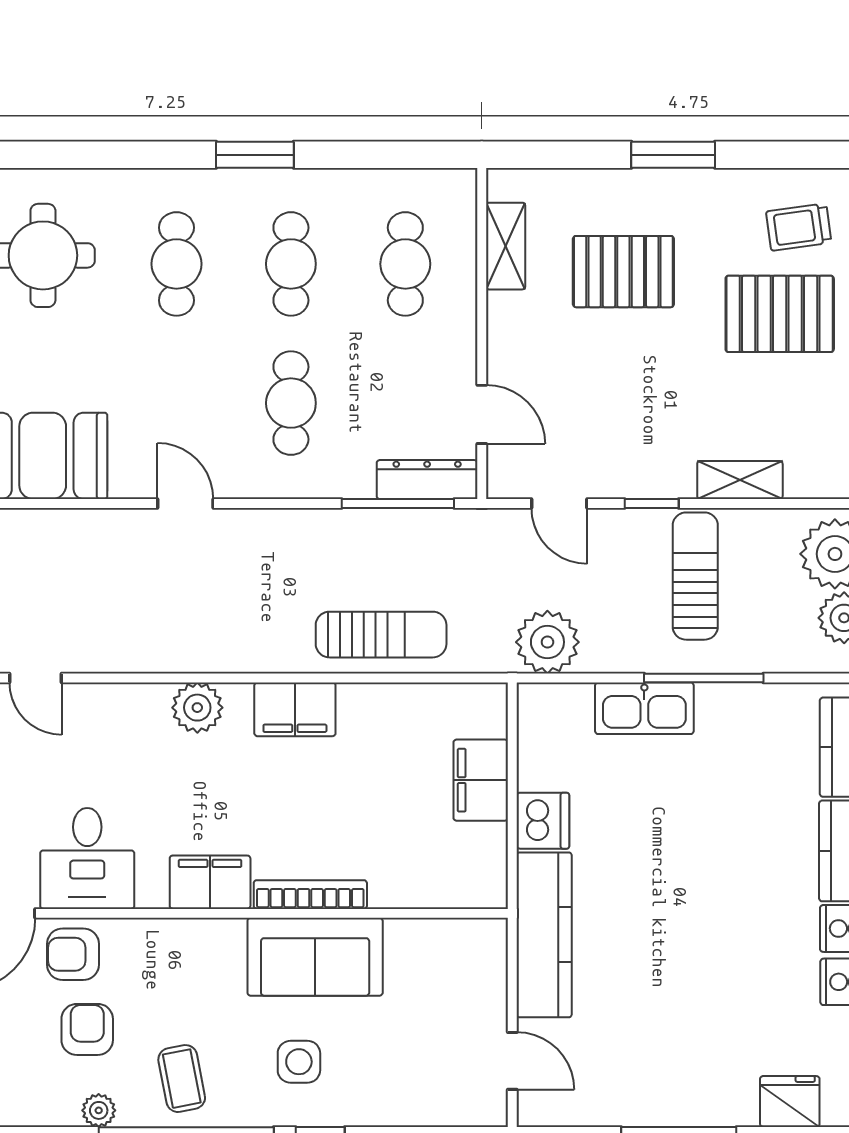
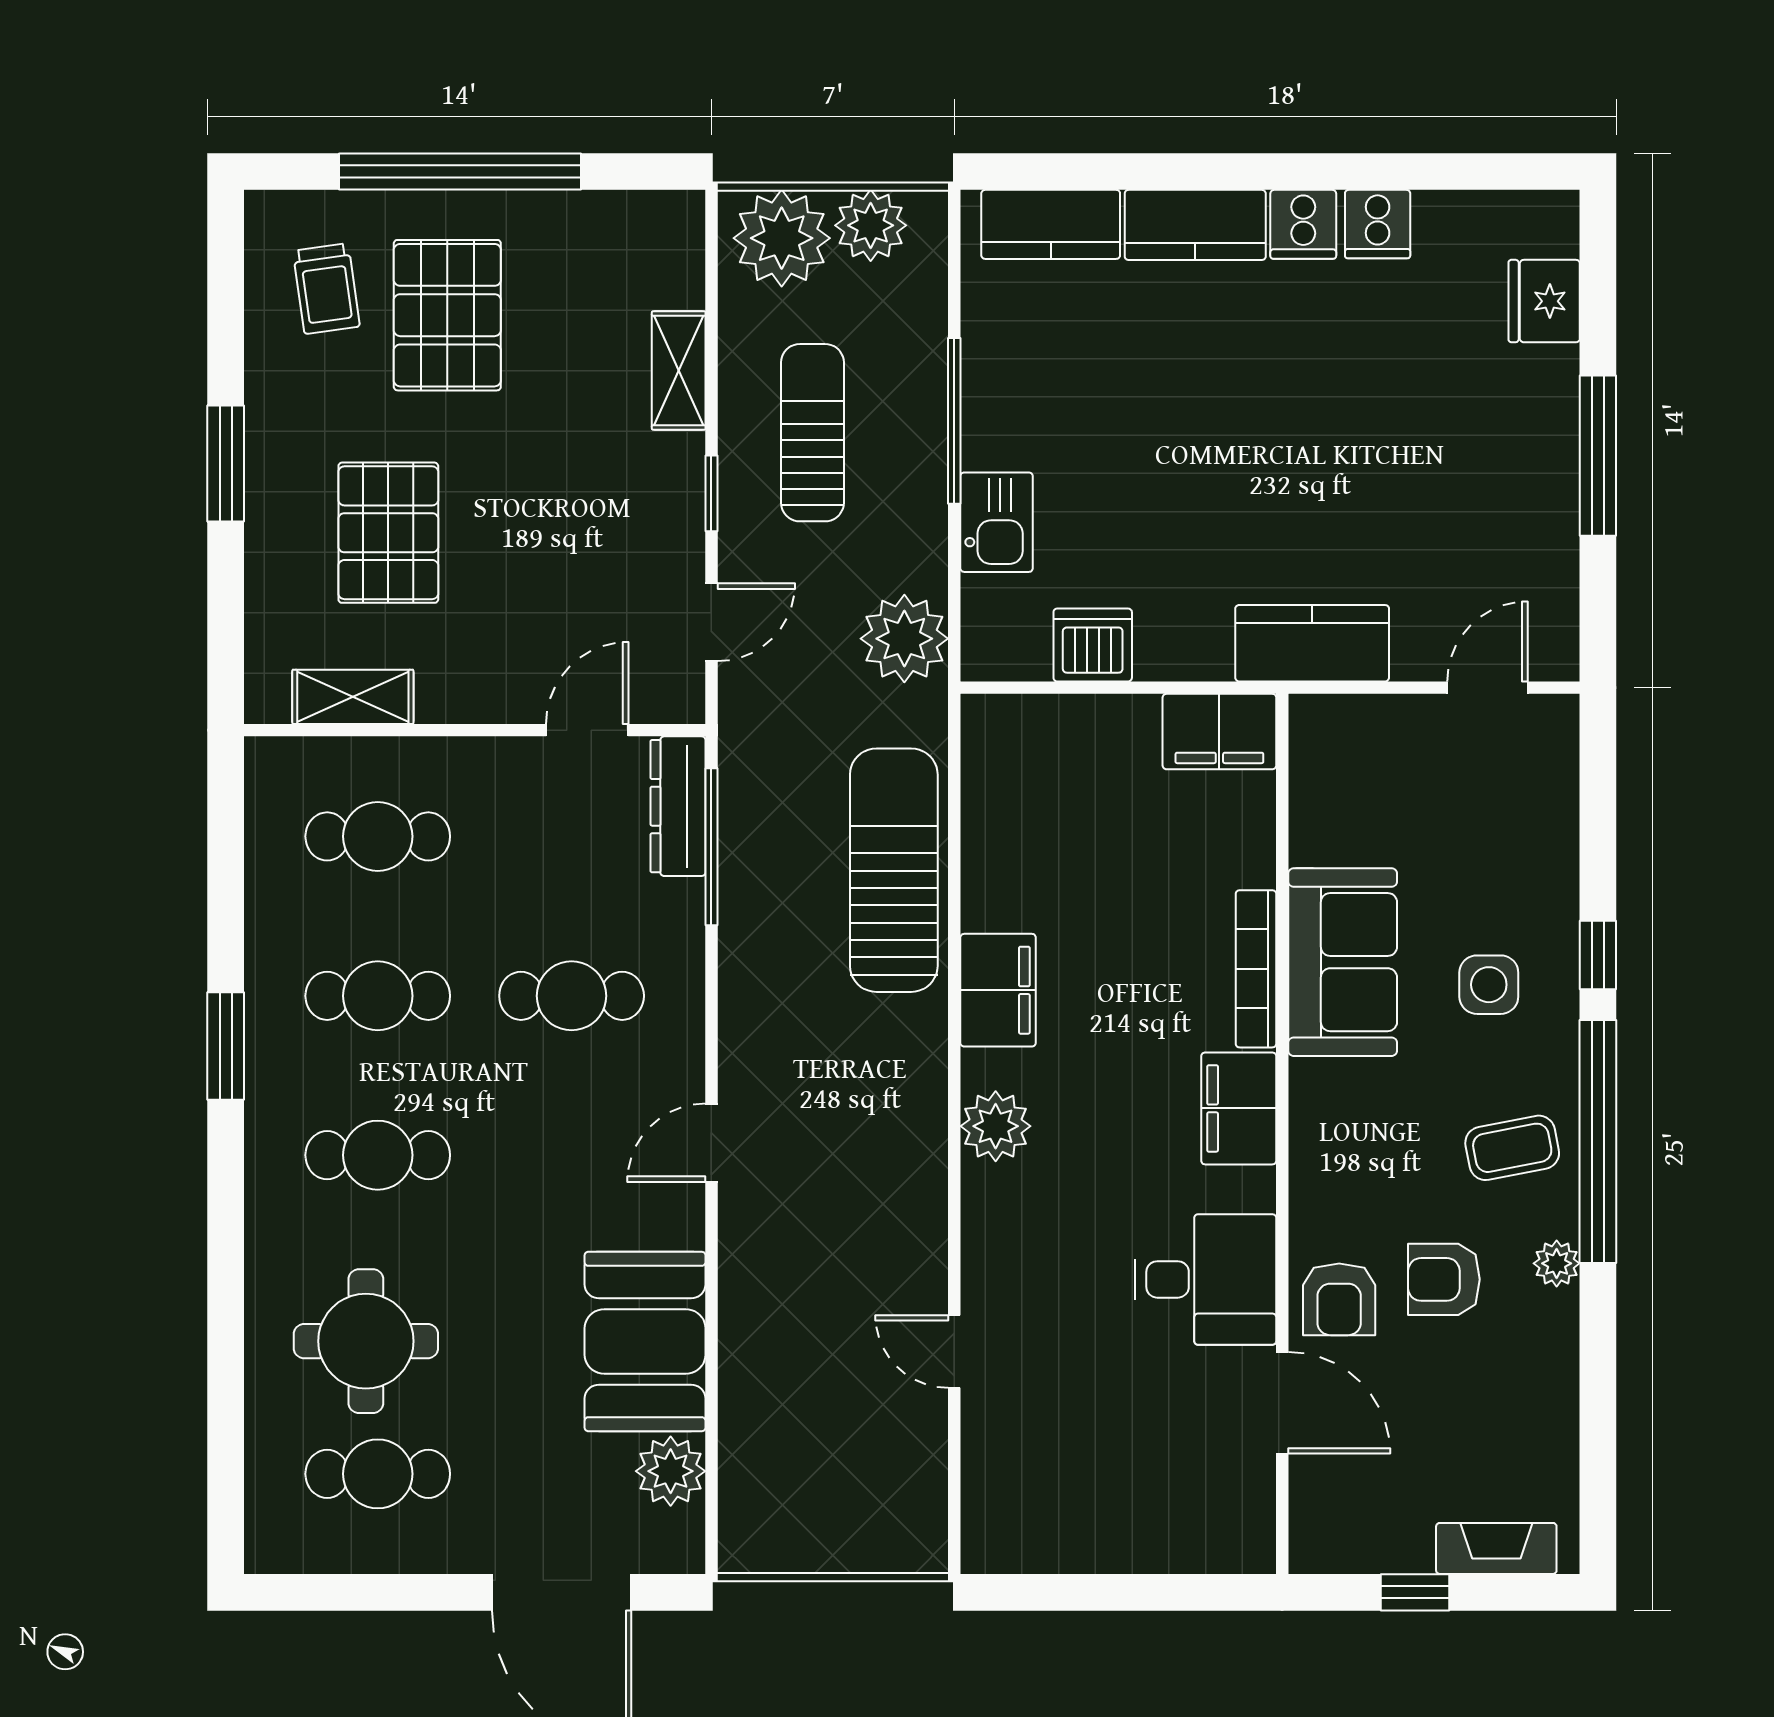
sun lounger: (695, 576) -> (812, 433), turned 90
sun lounger: (381, 635) -> (894, 870), width x1.36, depth x1.34
door: (35, 678) -> (954, 1352), swing flipped
kitchen sink: (644, 708) -> (997, 522), width x0.73
filing cabinet: (481, 780) -> (1219, 732), moved
dishwasher: (543, 821) -> (1093, 645), moved
kitchen counter: (544, 935) -> (1312, 643), width x0.67

